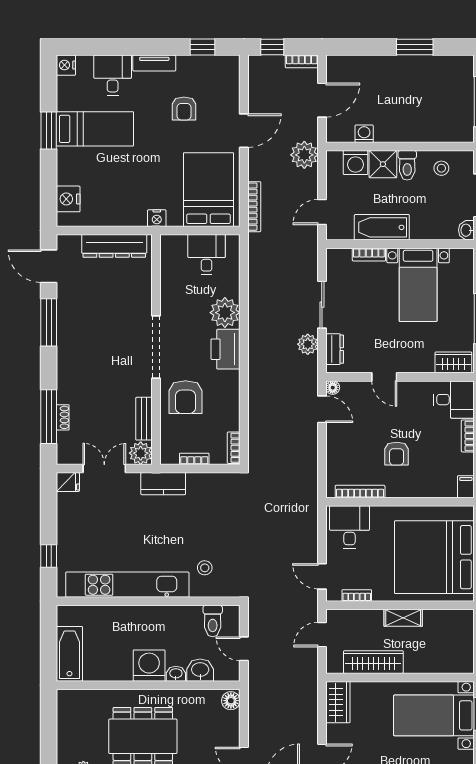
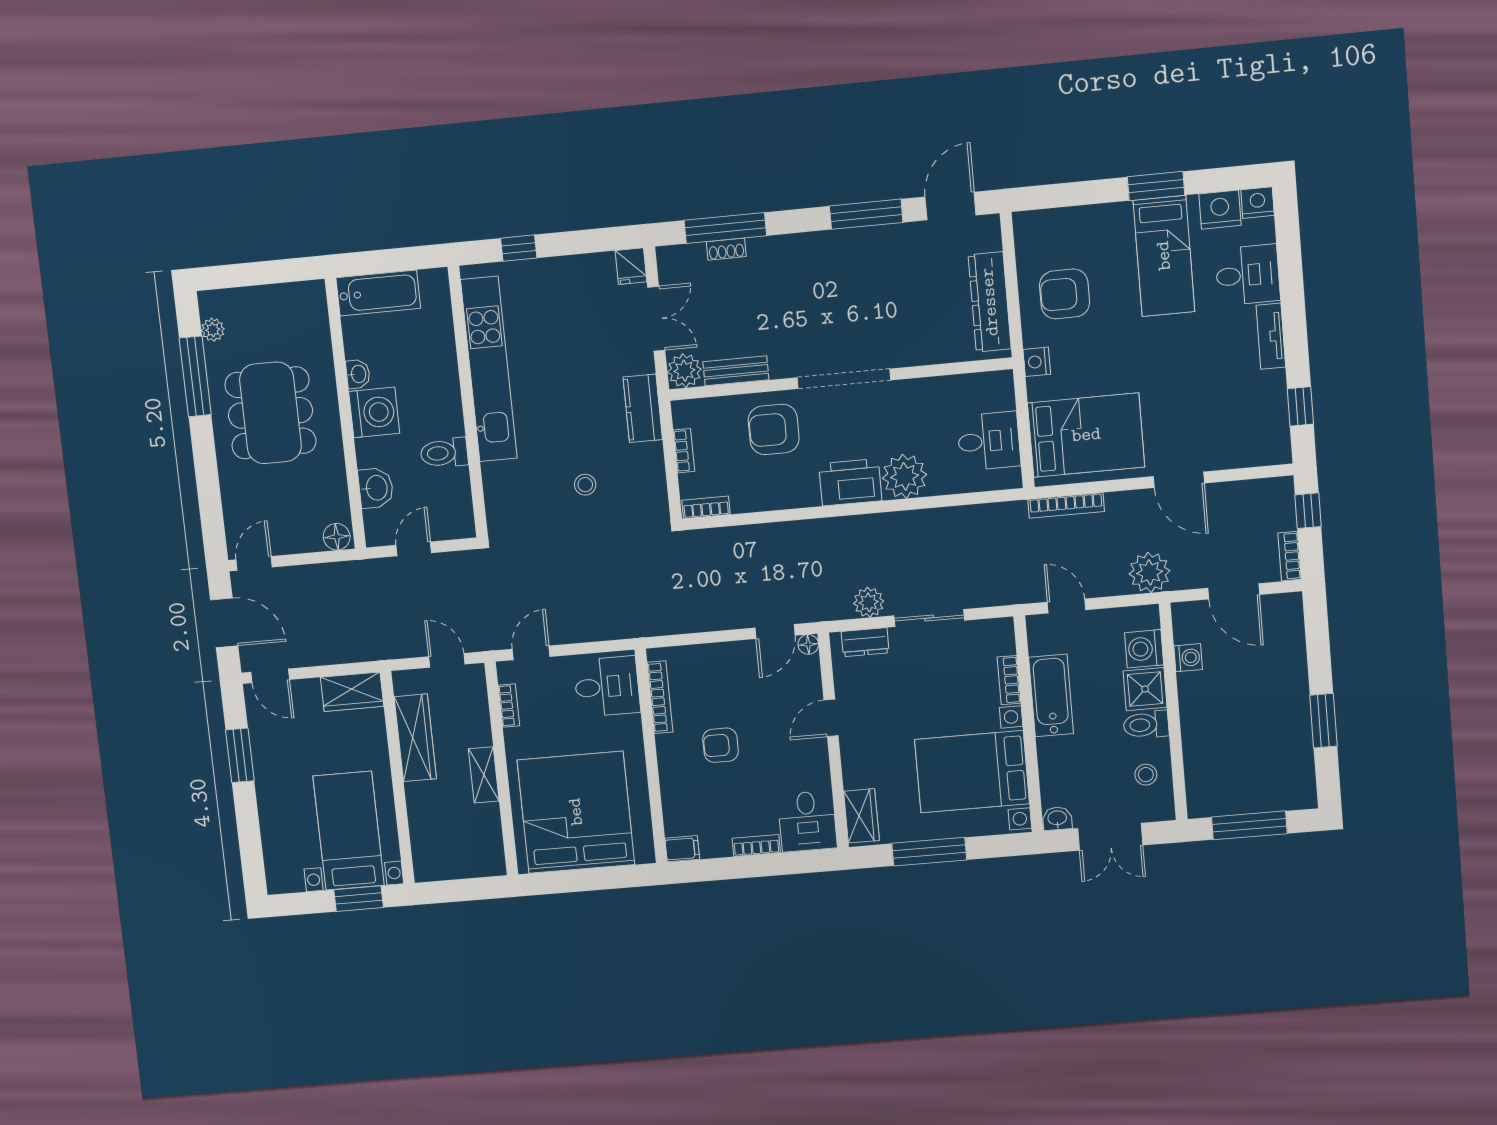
armchair: (184, 108) -> (1065, 294), moved, width x1.38, depth x1.38
nightstand: (68, 199) -> (1220, 210), moved
bed with nightstands: (418, 285) -> (972, 772), width x1.36
stool: (205, 568) -> (585, 485), moved
toilet: (213, 621) -> (444, 453), moved
washbasin: (176, 674) -> (358, 374), moved

